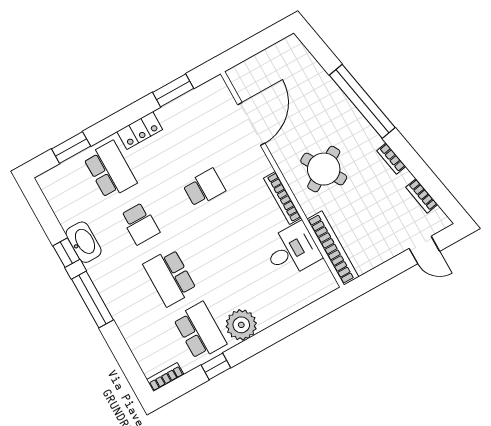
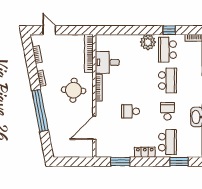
round table: (324, 169) -> (74, 90), turned 35
school desk: (110, 170) -> (167, 142), turned 180

